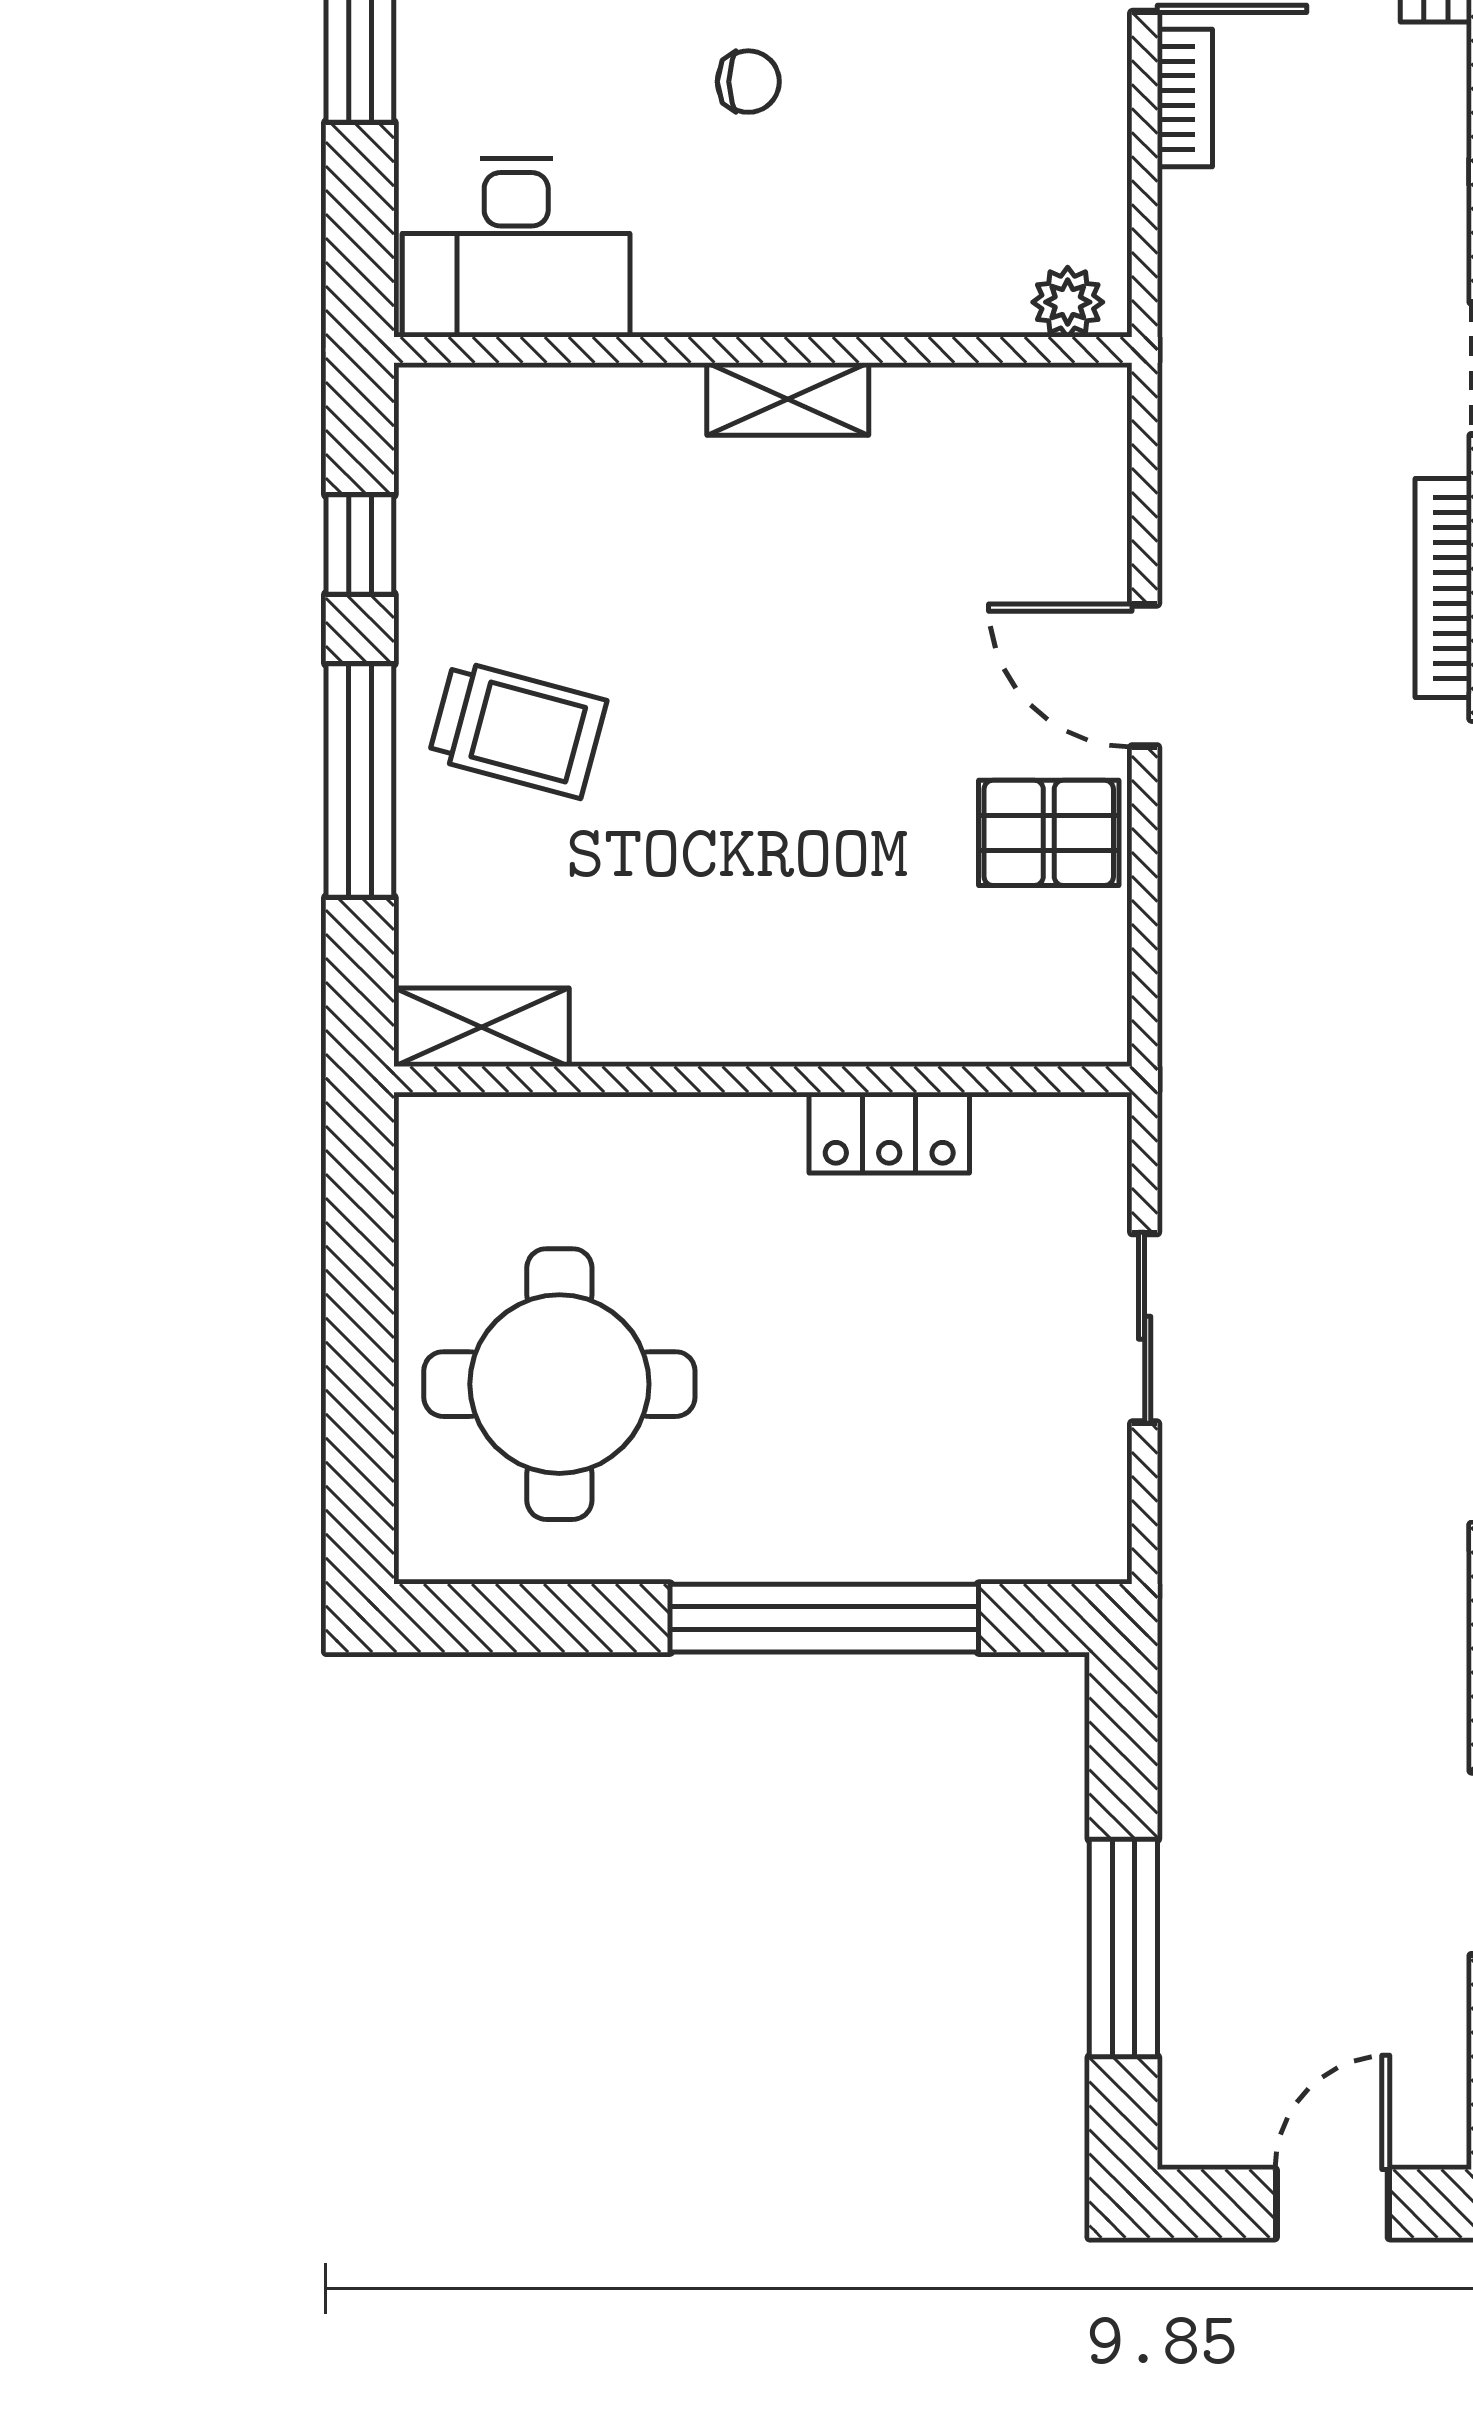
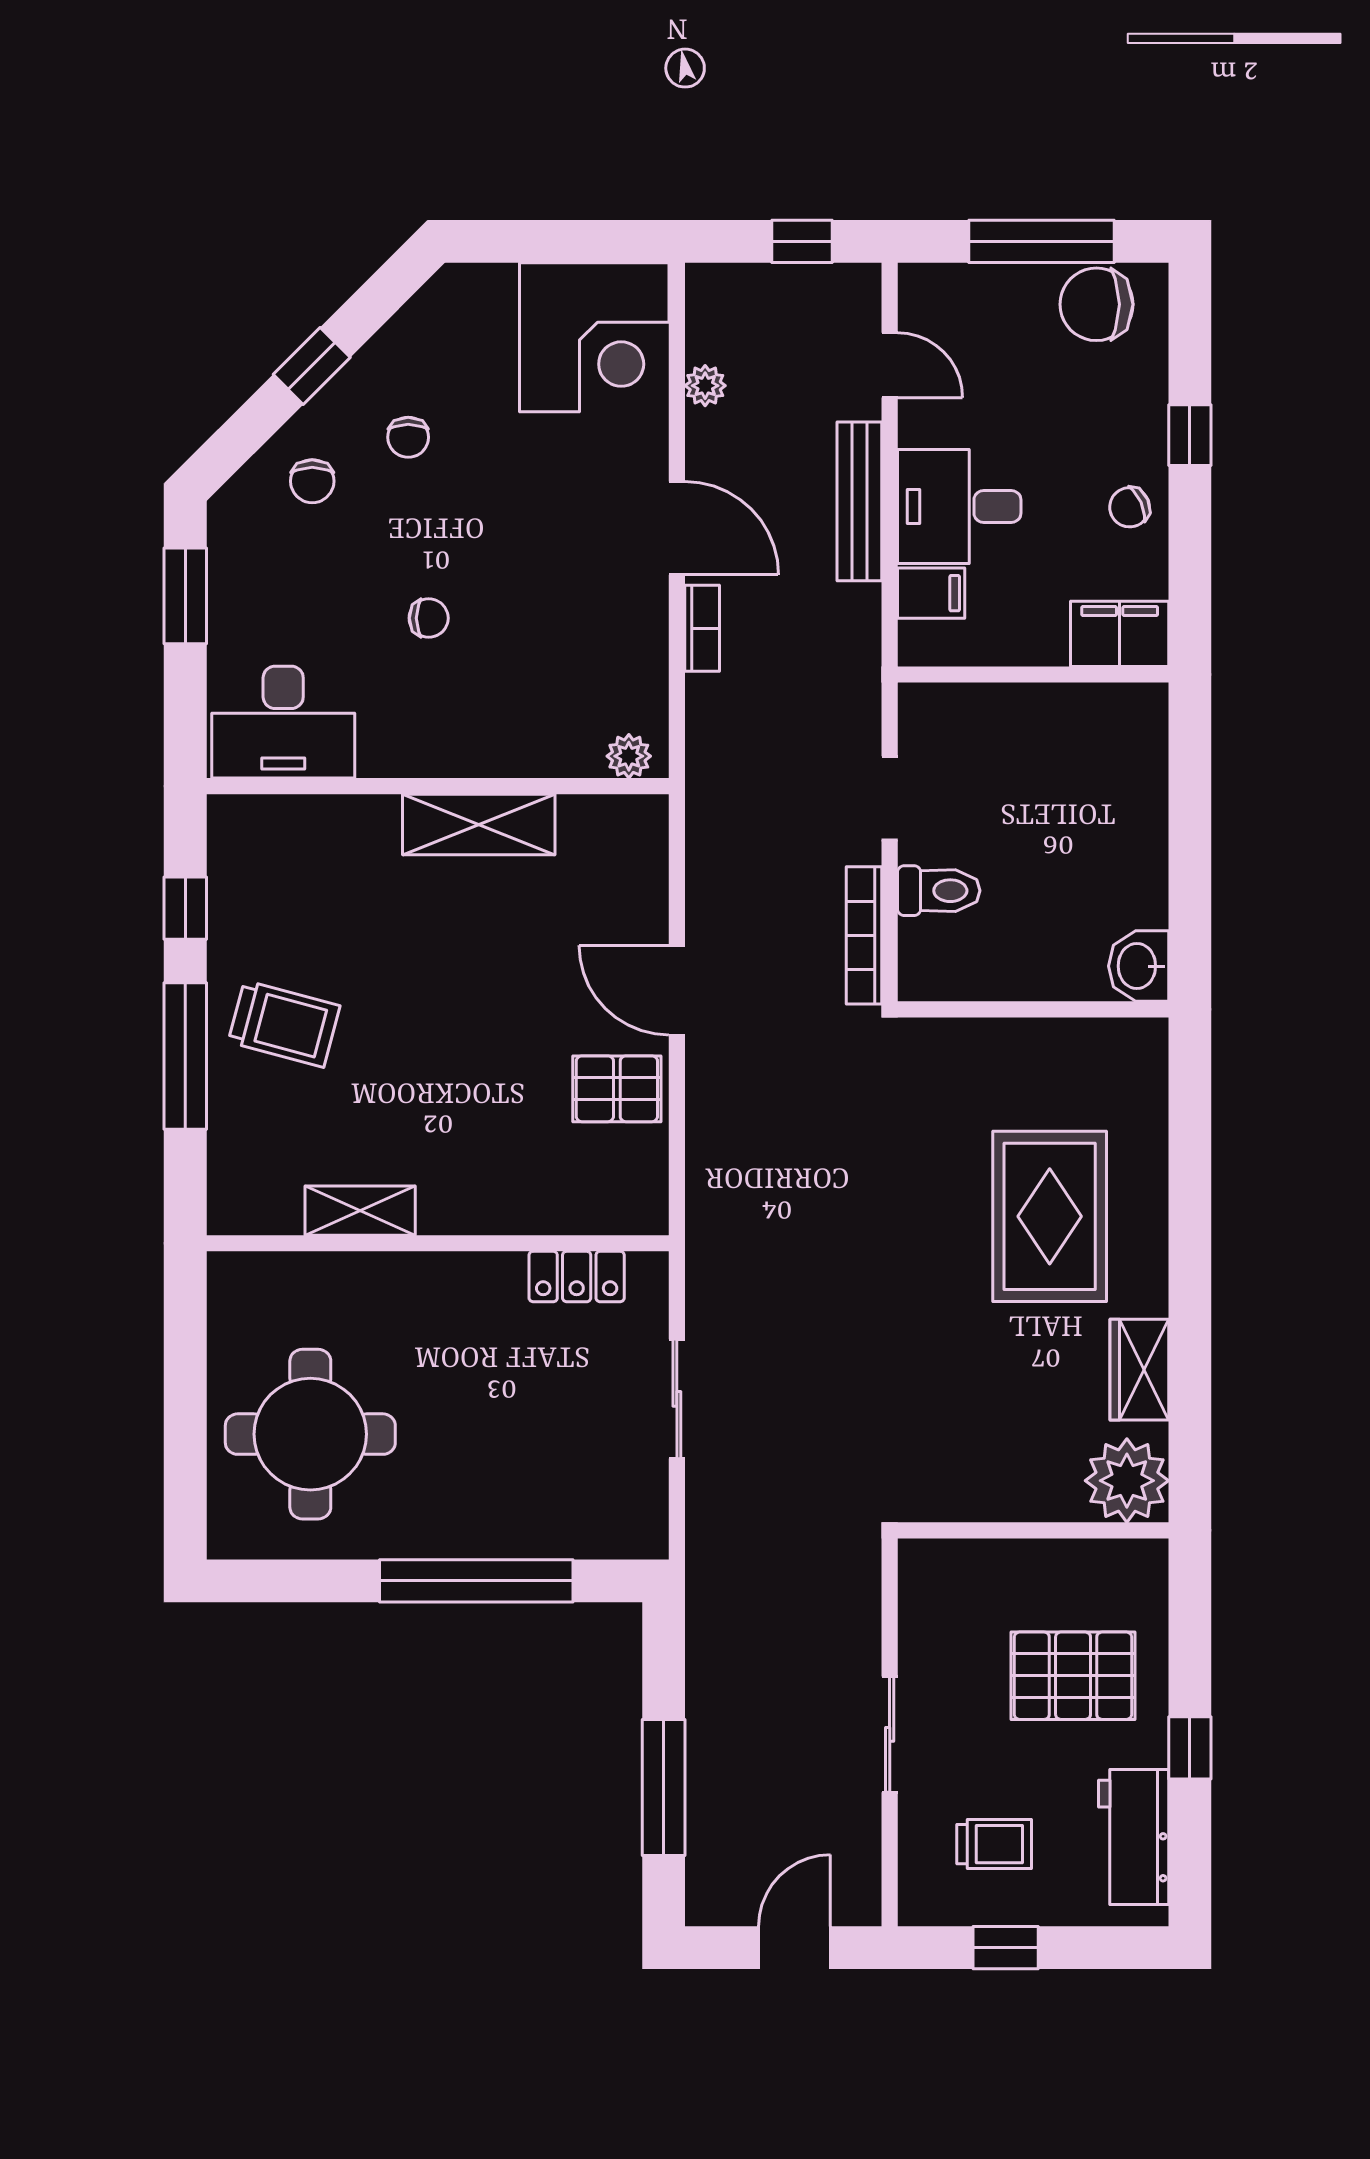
shelving: (788, 399) -> (479, 825), width x1.50, depth x1.33
shelving: (482, 1027) -> (360, 1211), moved
locker: (889, 1133) -> (577, 1277), moved

